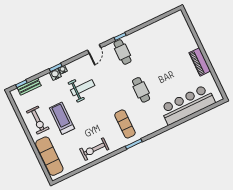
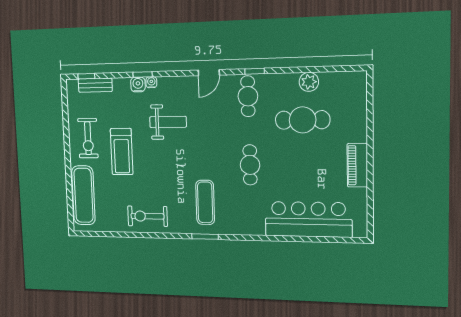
plant: (153, 29) -> (309, 82), added
cafe table: (159, 51) -> (303, 120), added
treadmill: (62, 118) -> (122, 152), turned 180

